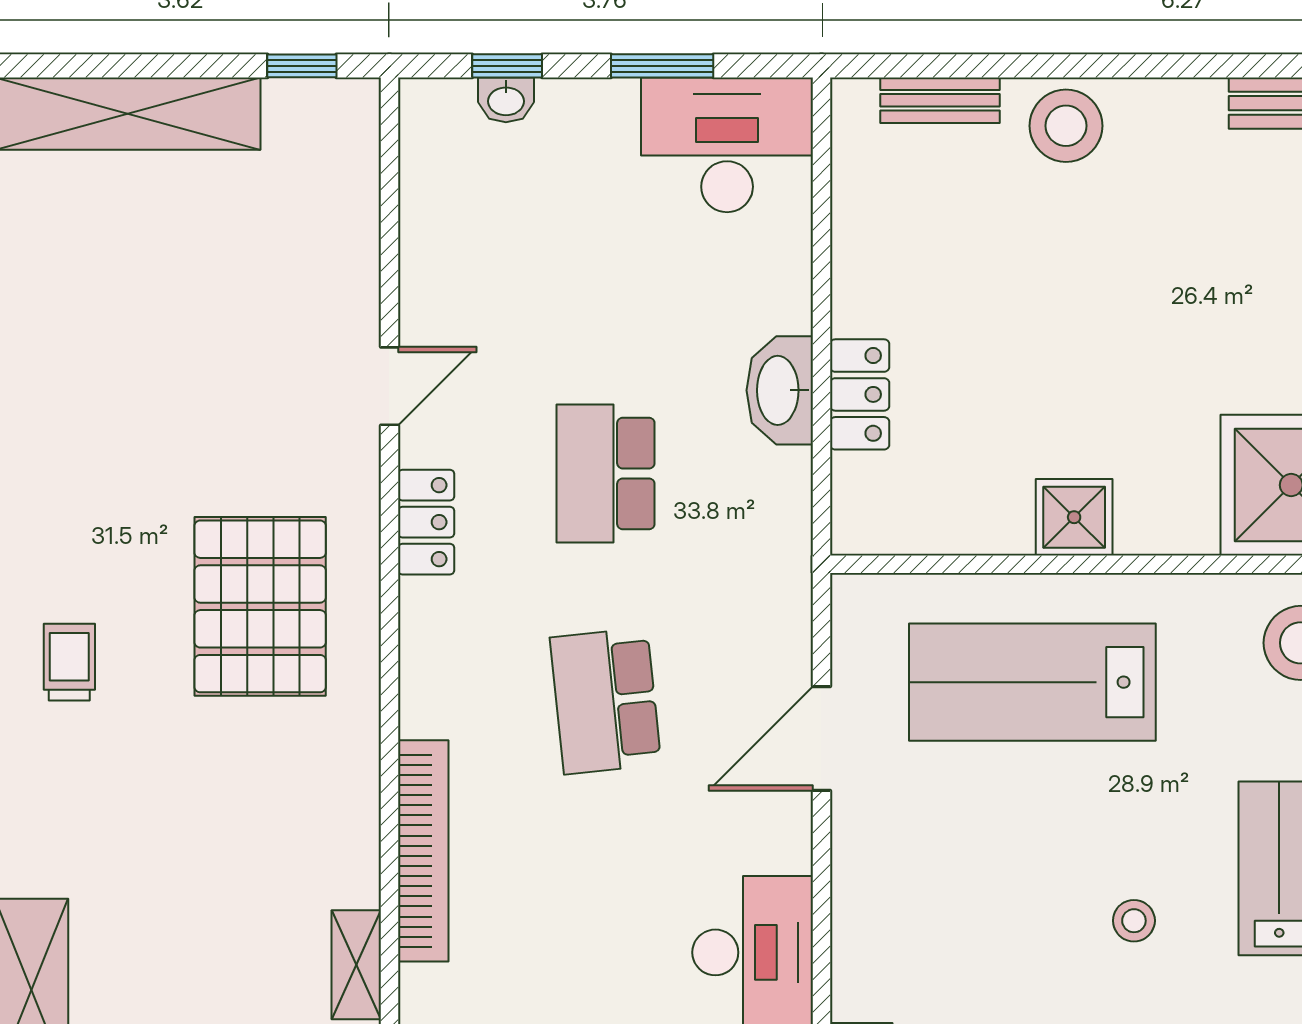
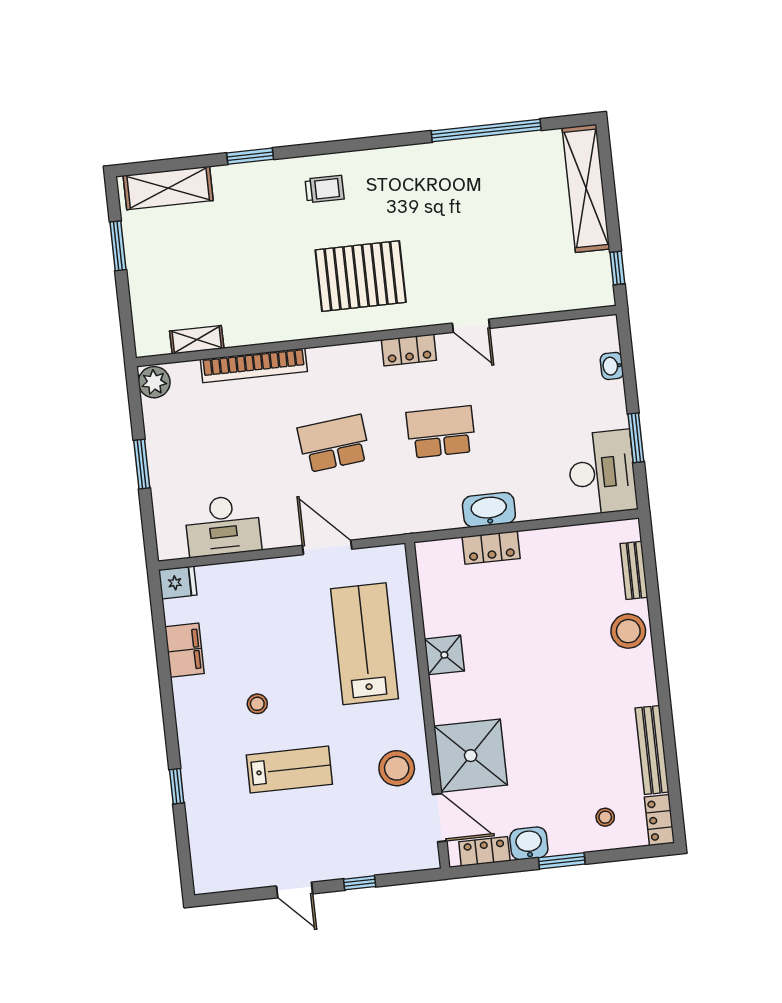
window: (507, 66) -> (628, 365), removed

